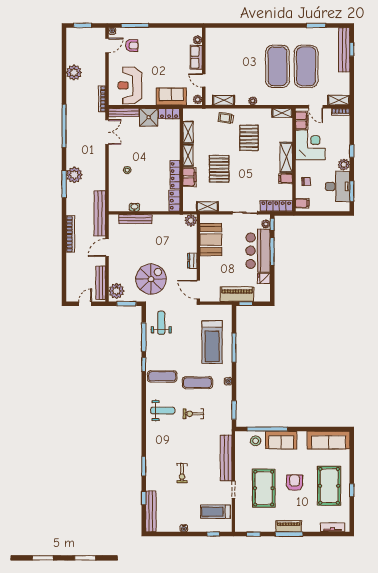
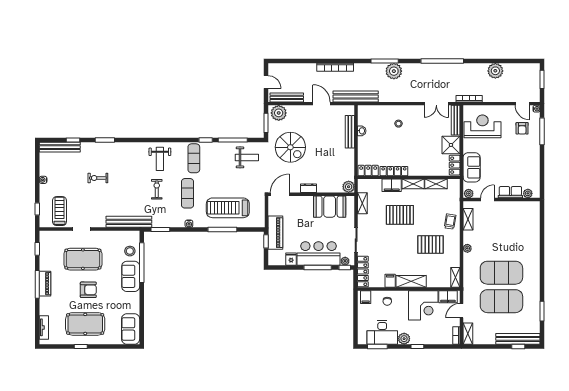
sofa: (329, 440) -> (131, 329), width x0.73
bench: (226, 458) -> (129, 222), moved

